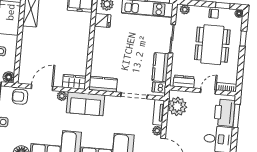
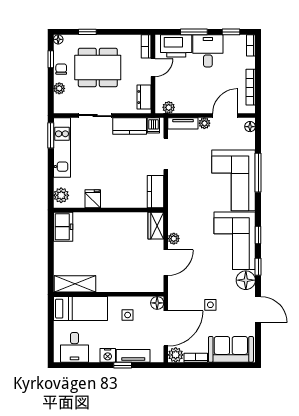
plant: (185, 9) -> (59, 88), moved
fridge: (103, 20) -> (93, 199), moved
door: (42, 88) -> (166, 263), swing flipped
door: (208, 91) -> (153, 68), swing flipped
armchair: (20, 97) -> (179, 288), removed
sofa: (85, 104) -> (180, 210), removed
plant: (177, 106) -> (169, 107), width x0.53, depth x0.53
window: (236, 116) -> (194, 32), moved

